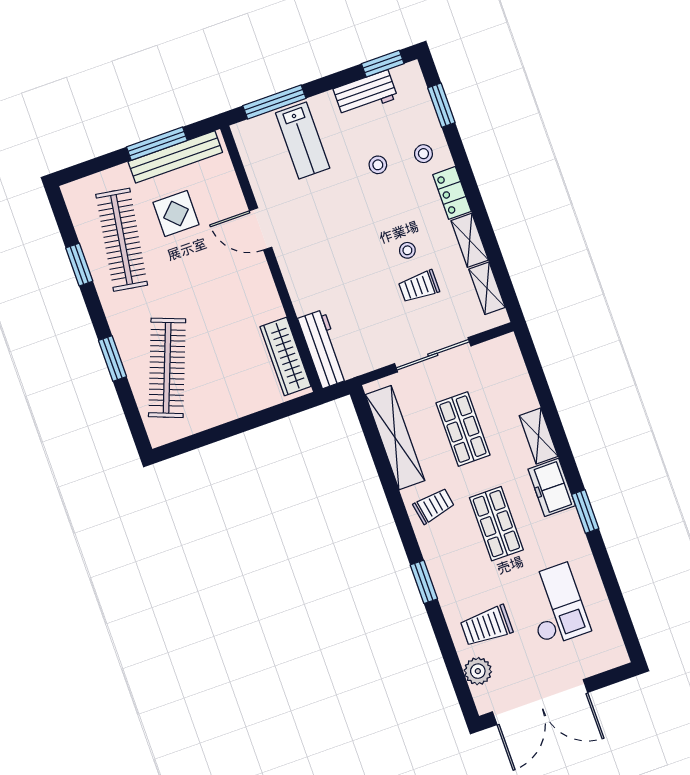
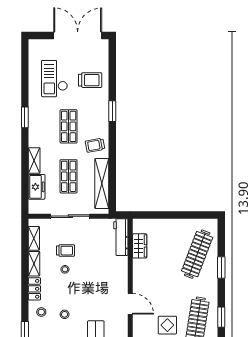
wardrobe: (286, 356) -> (140, 246), width x0.67
freezer: (552, 487) -> (37, 187), moved
plant: (478, 671) -> (102, 60), removed

